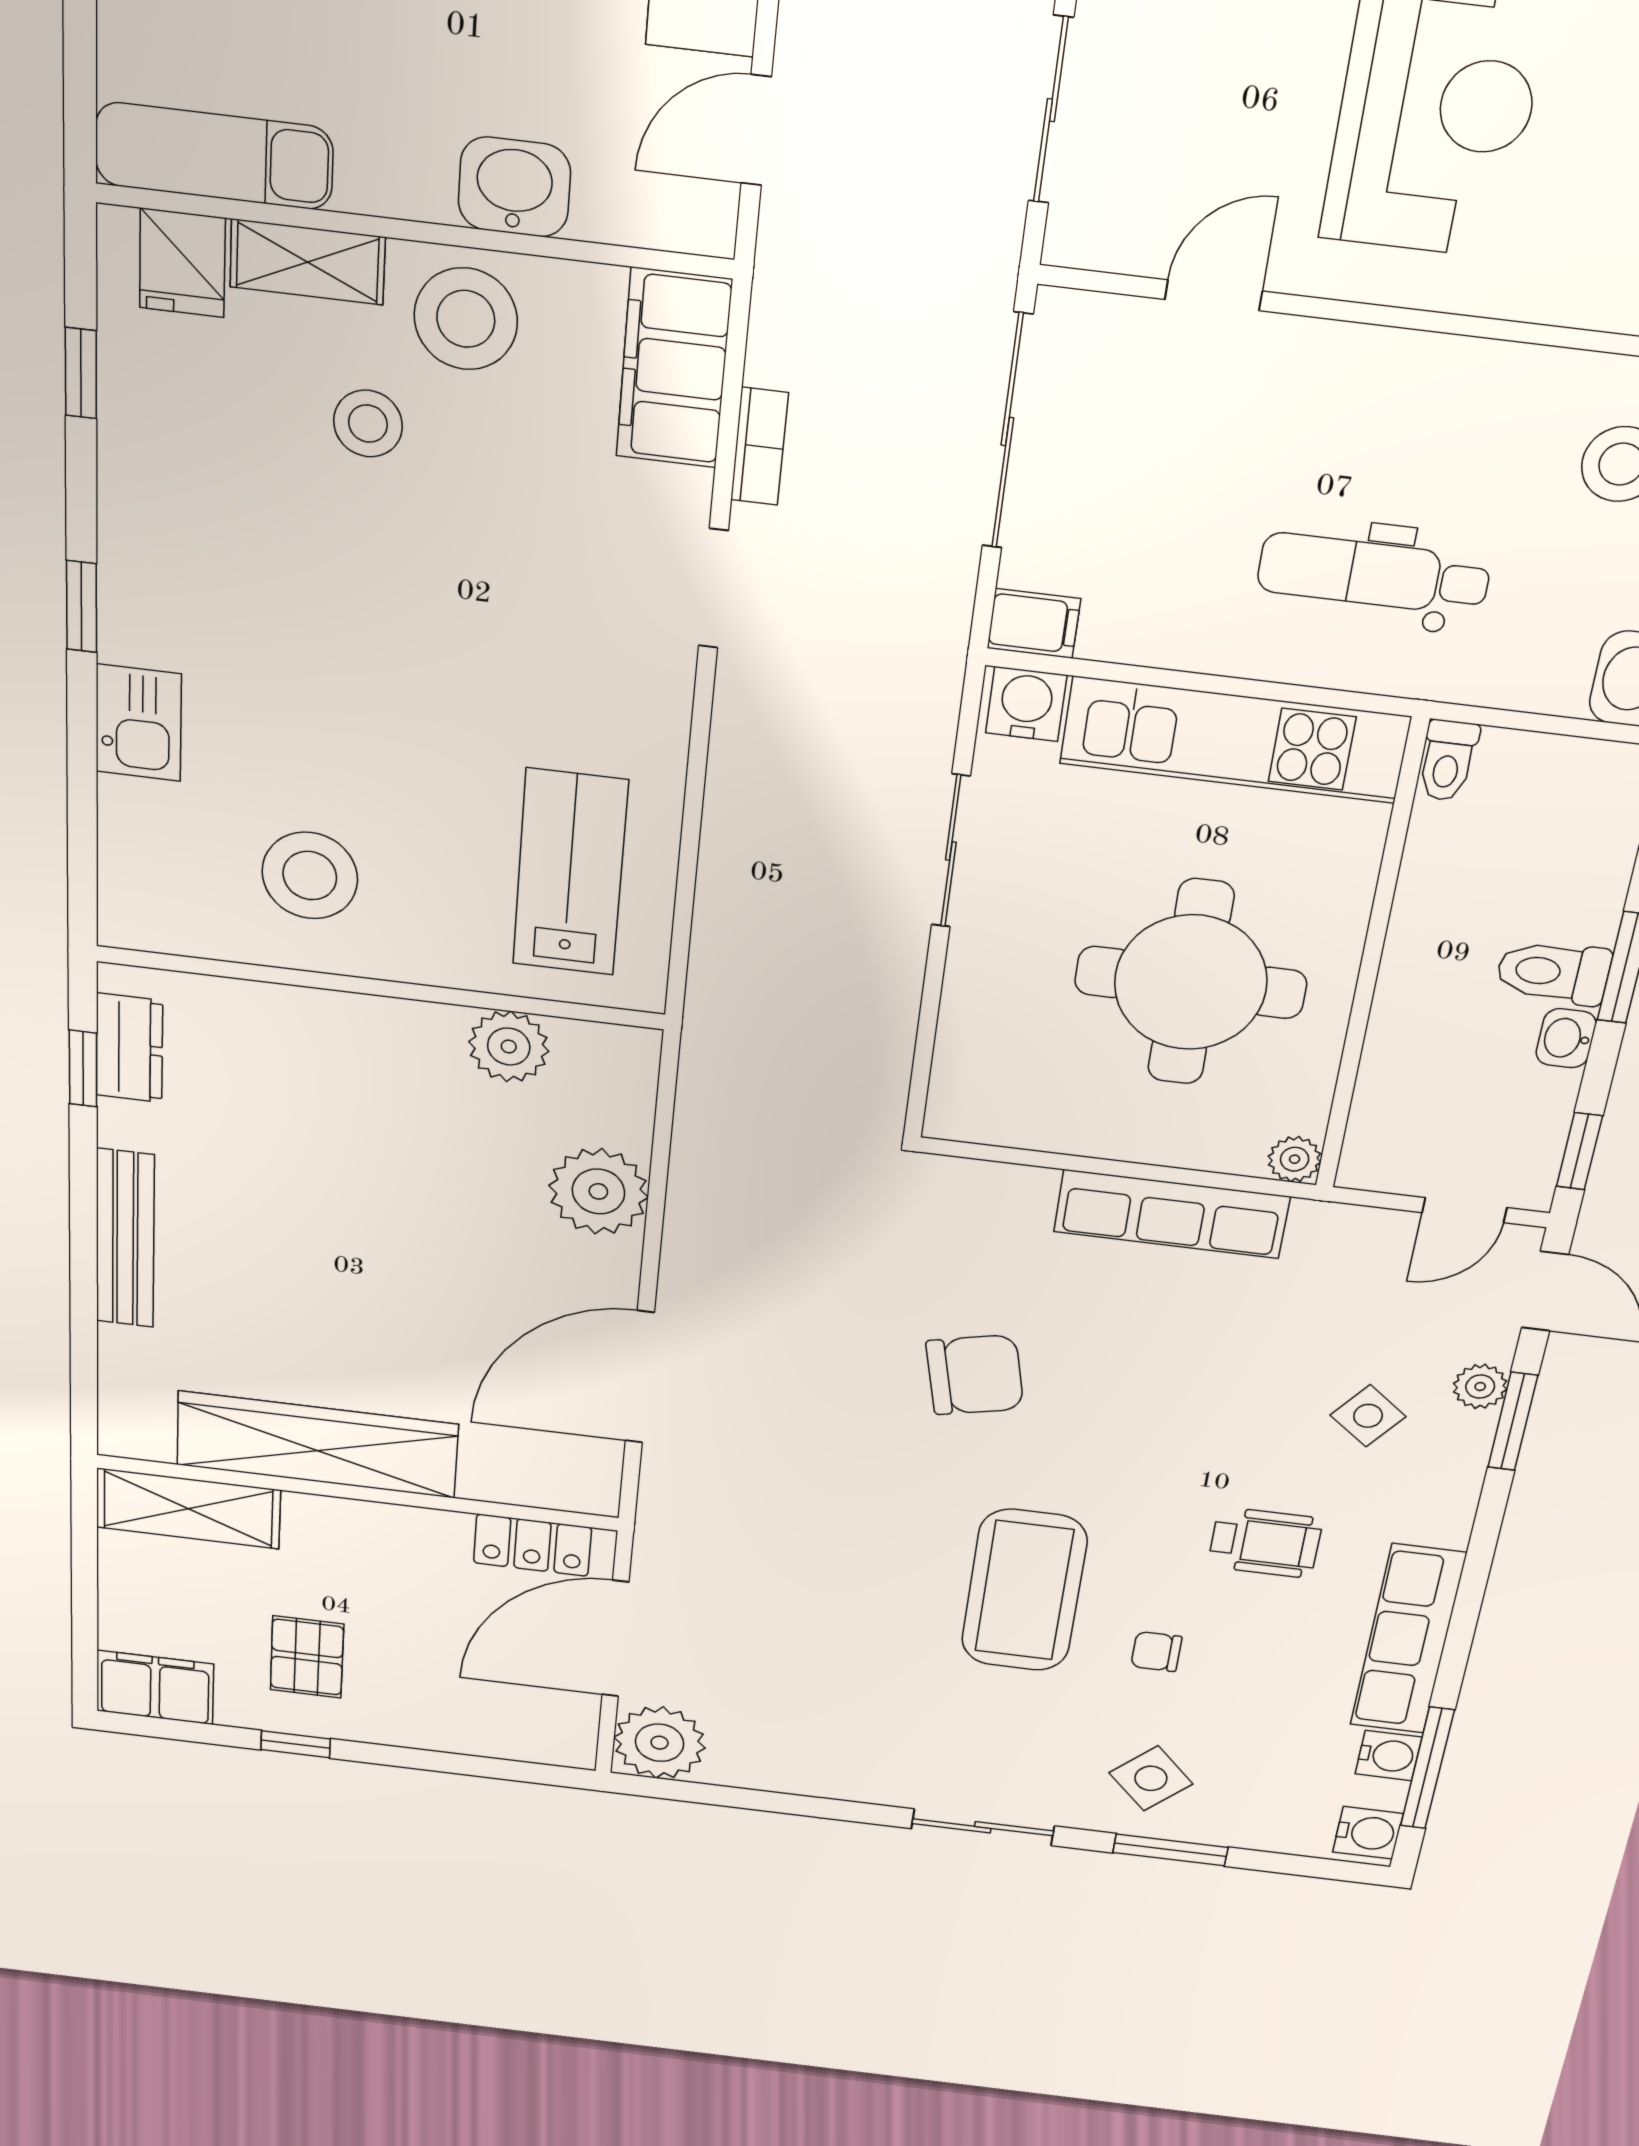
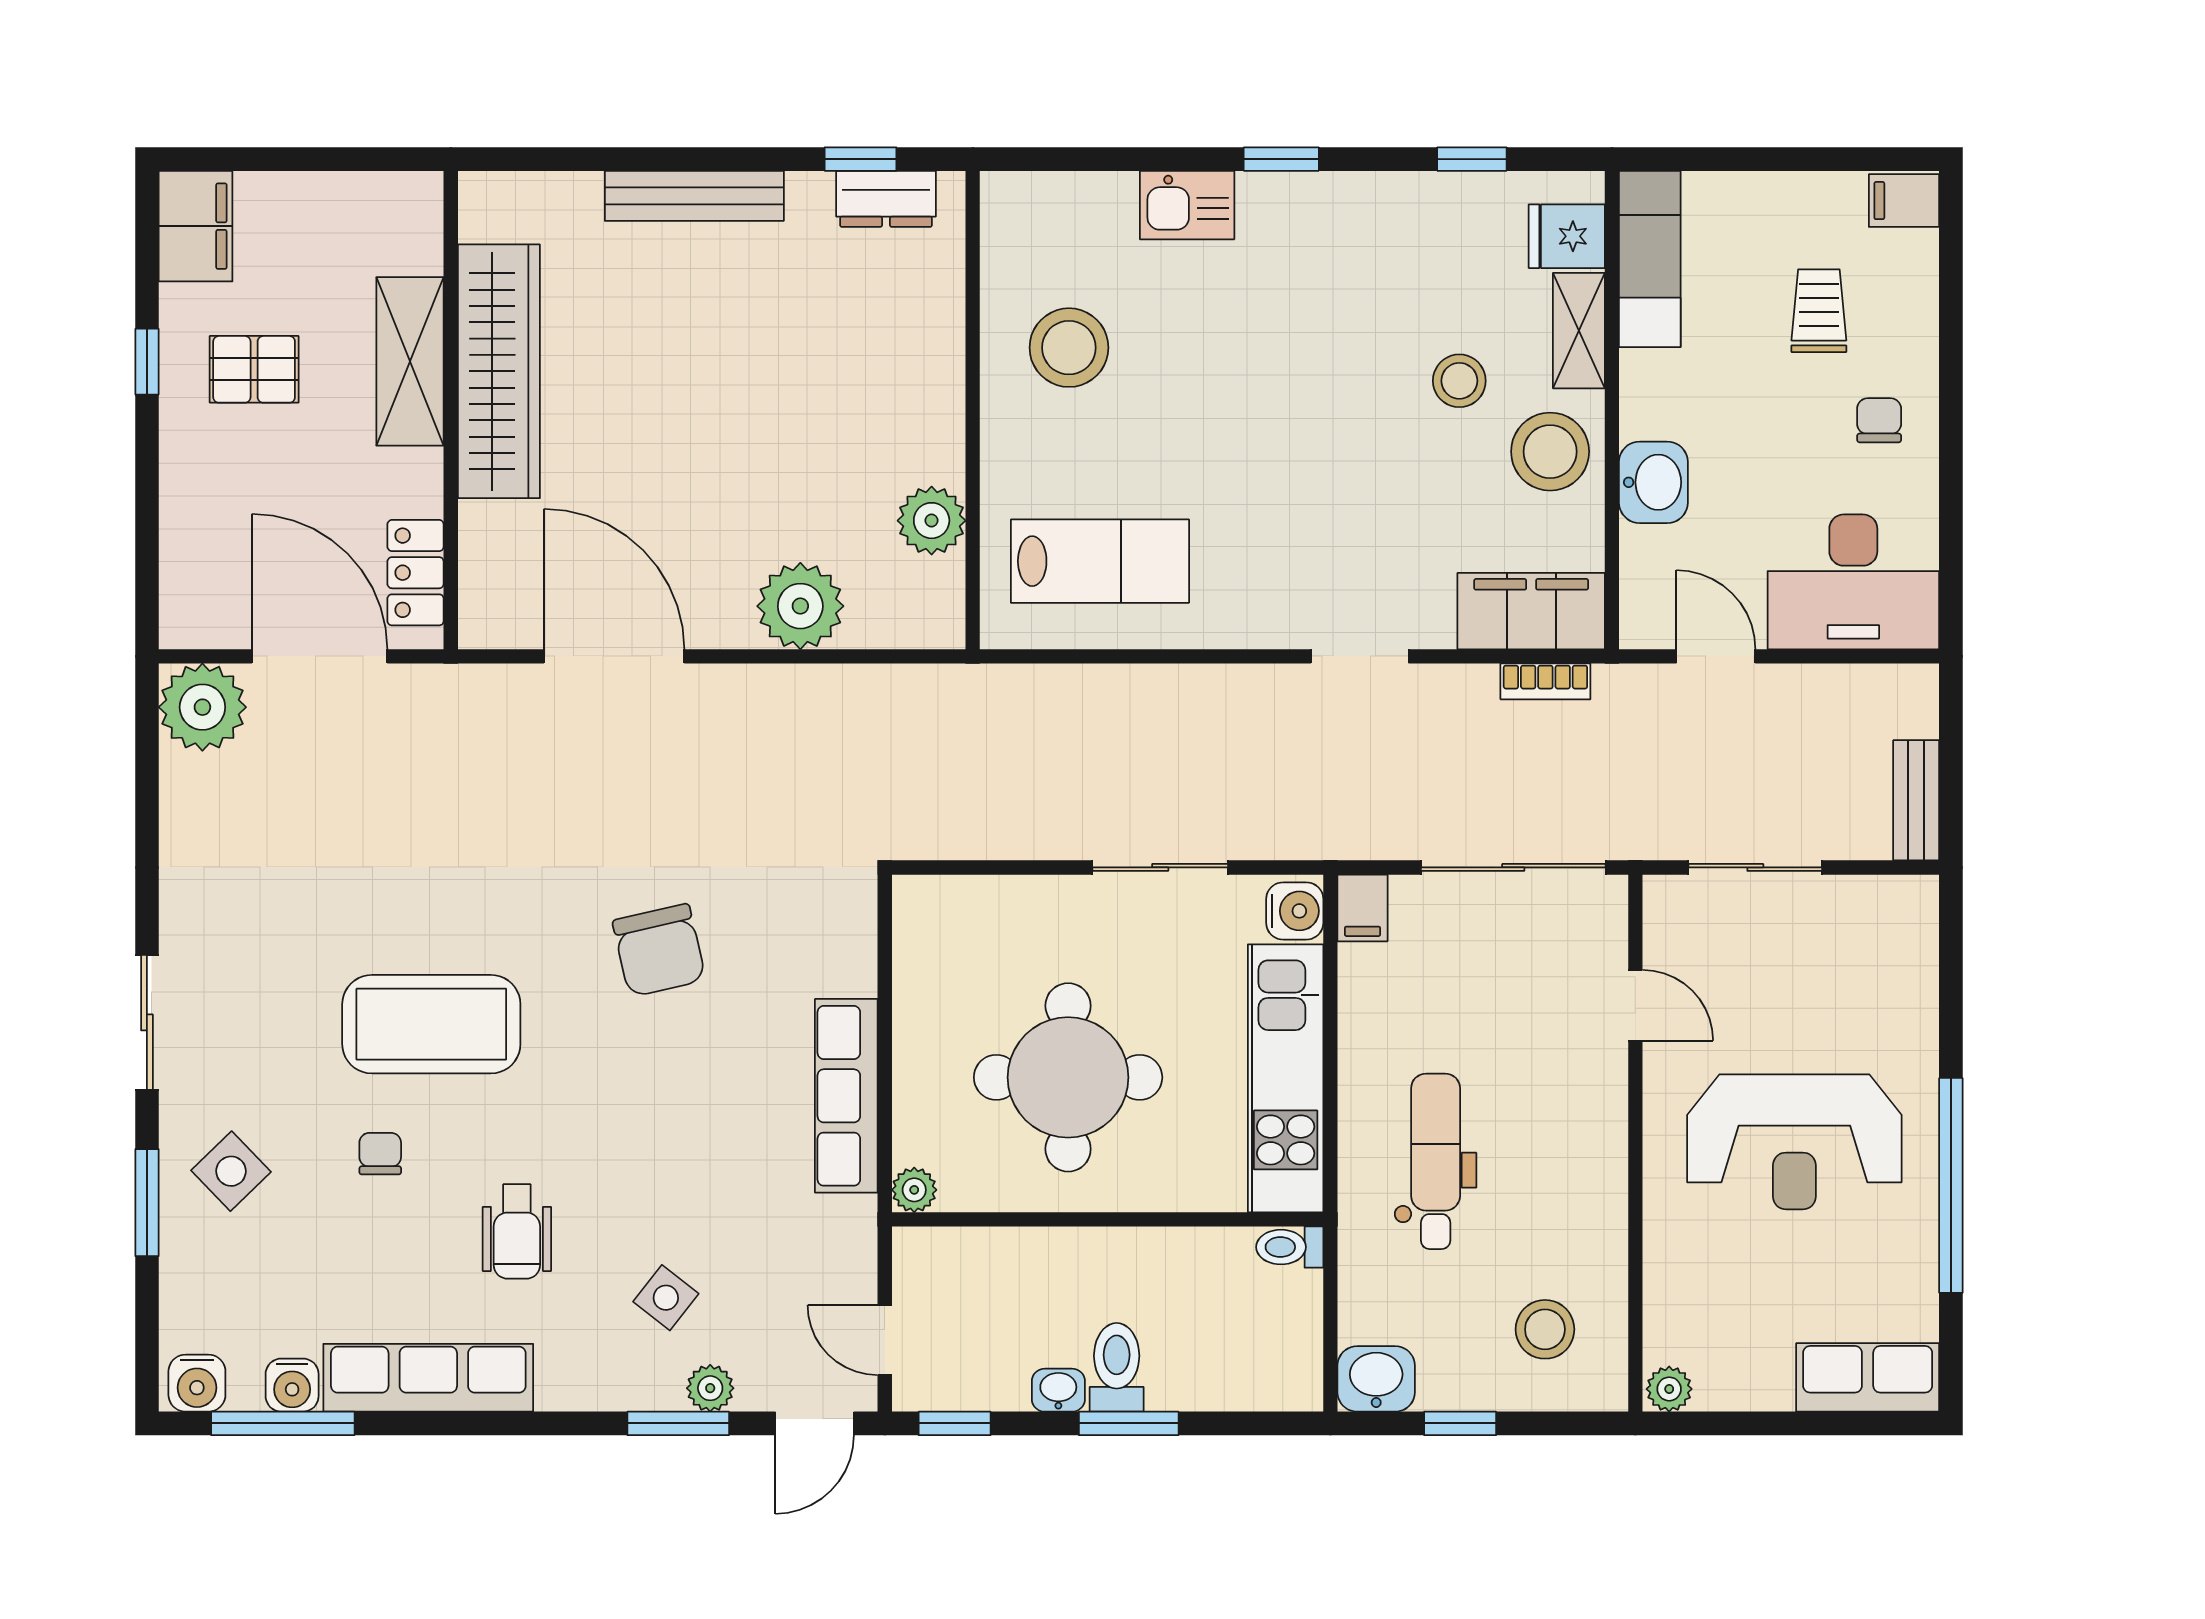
bookcase: (760, 446) -> (1545, 681), moved
shelving: (188, 1509) -> (410, 361), moved

